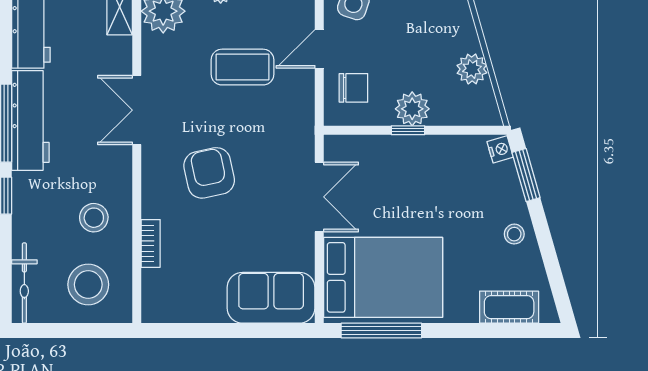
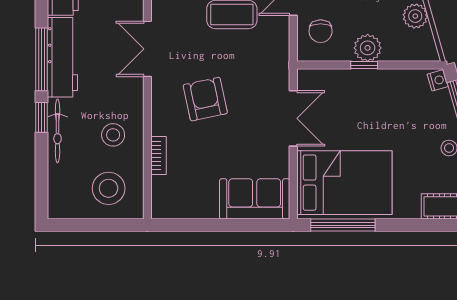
chair: (353, 88) -> (321, 31), turned 90
bicycle: (24, 283) -> (58, 131), moved

